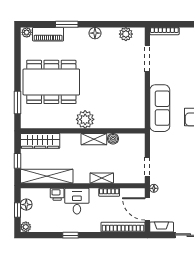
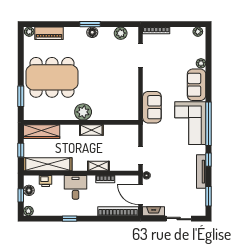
window: (67, 24) -> (90, 24), moved
sofa: (160, 108) -> (152, 107), width x0.73
boiler: (113, 139) -> (109, 130), removed
printer: (57, 194) -> (46, 181), moved

